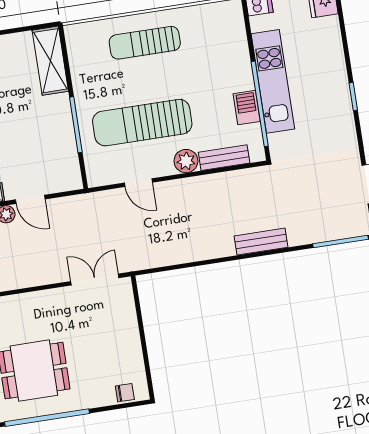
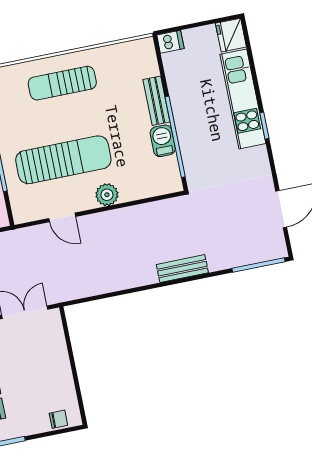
kitchen unit: (273, 81) -> (243, 99), moved, turned 180
sun lounger: (142, 123) -> (63, 160), turned 180
bench: (224, 158) -> (156, 101), moved, turned 90

